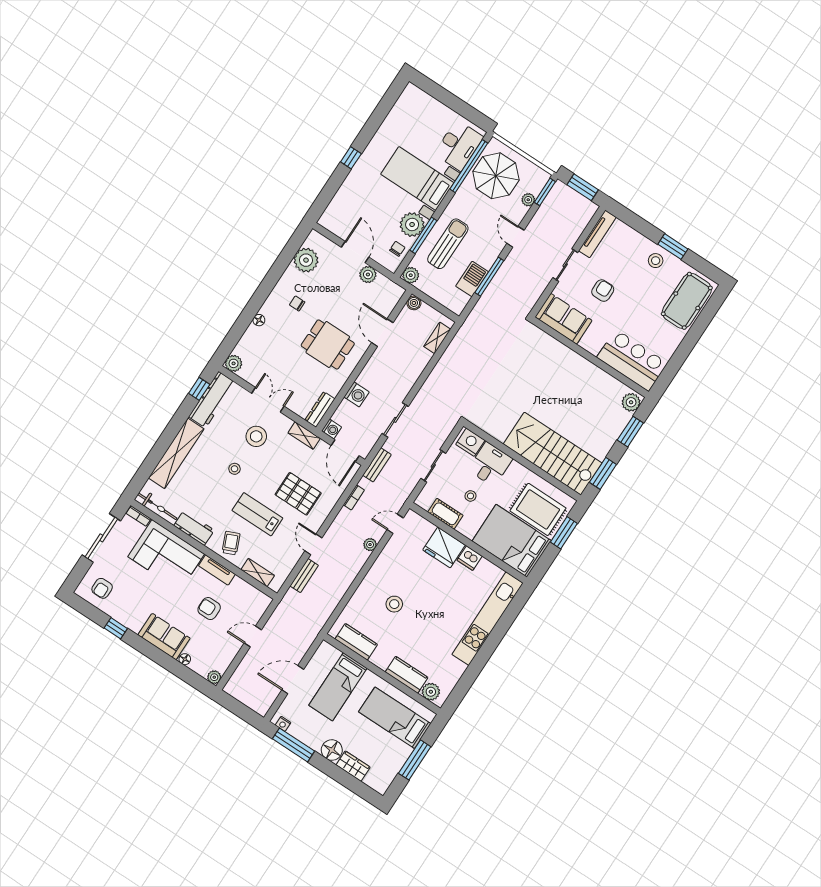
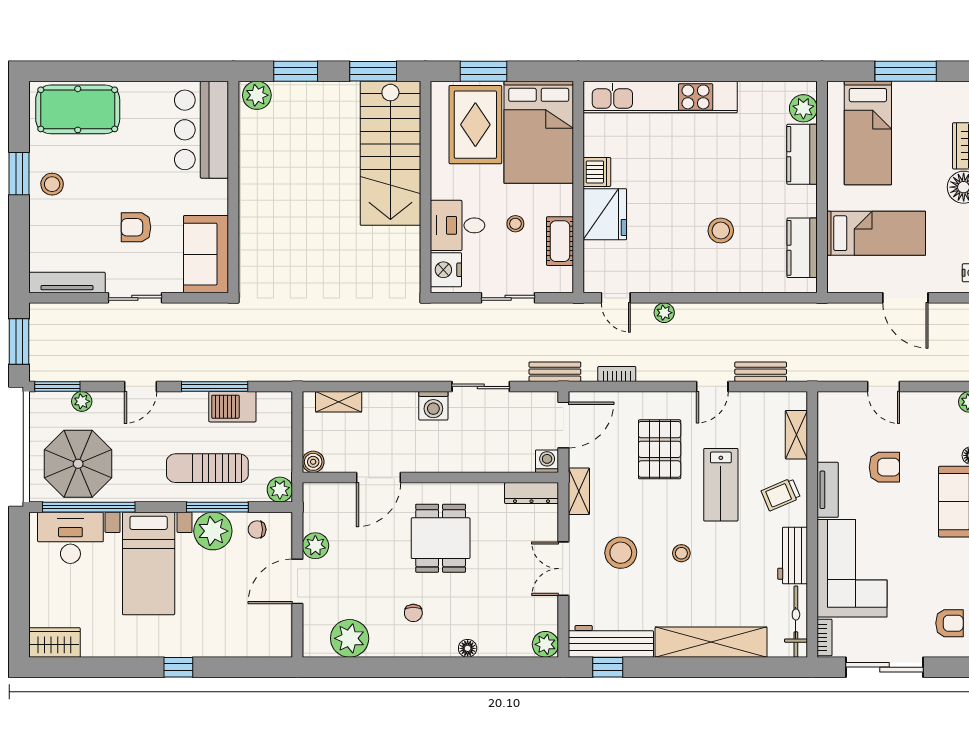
wardrobe: (408, 100) -> (55, 643), added
washing machine: (357, 394) -> (433, 406), moved, turned 180
armchair: (209, 609) -> (884, 467), turned -90

